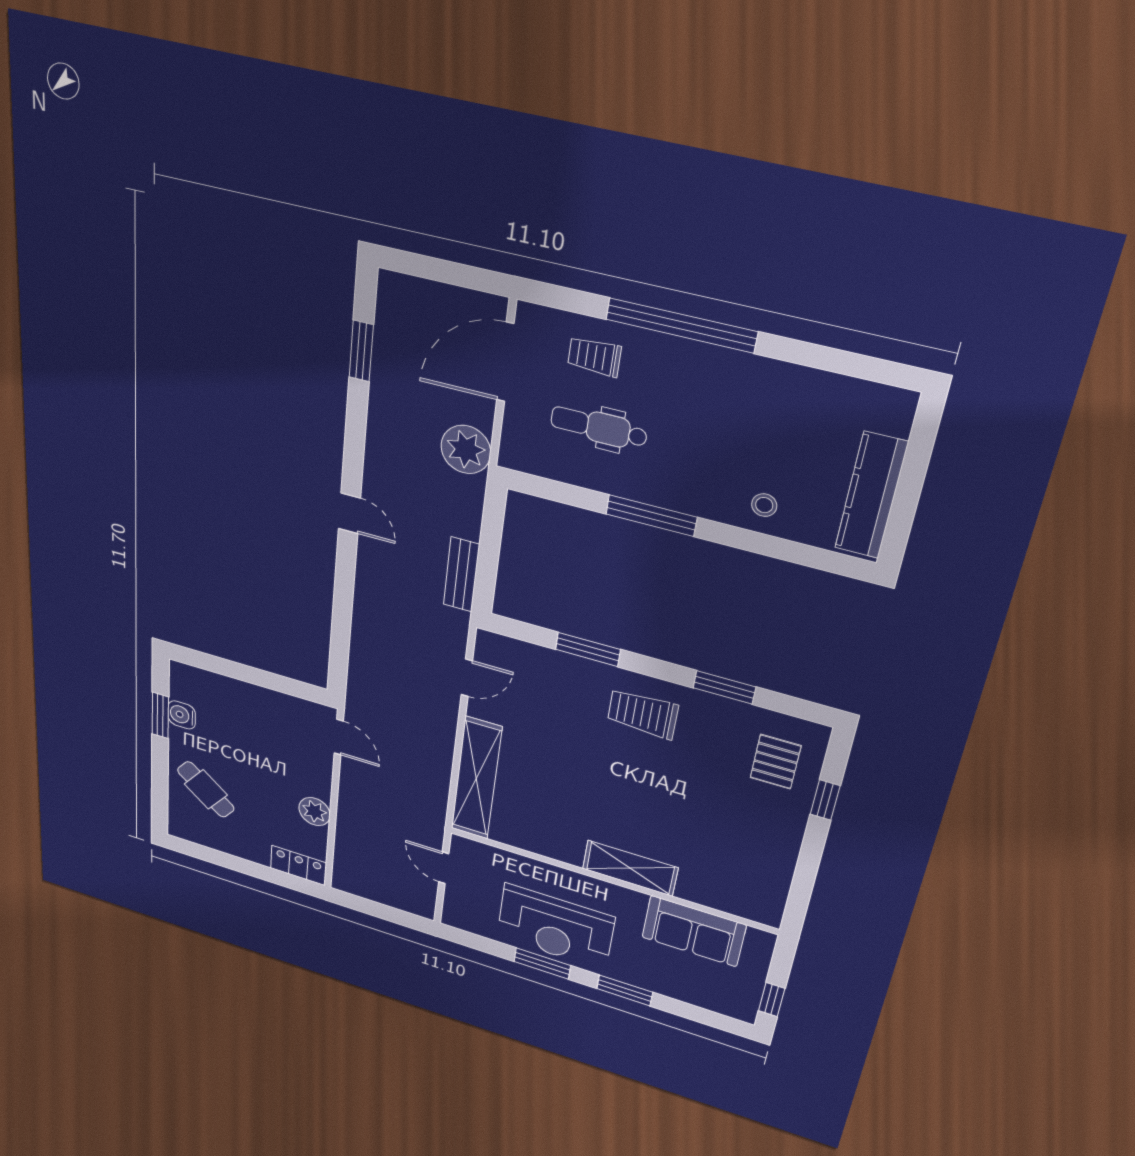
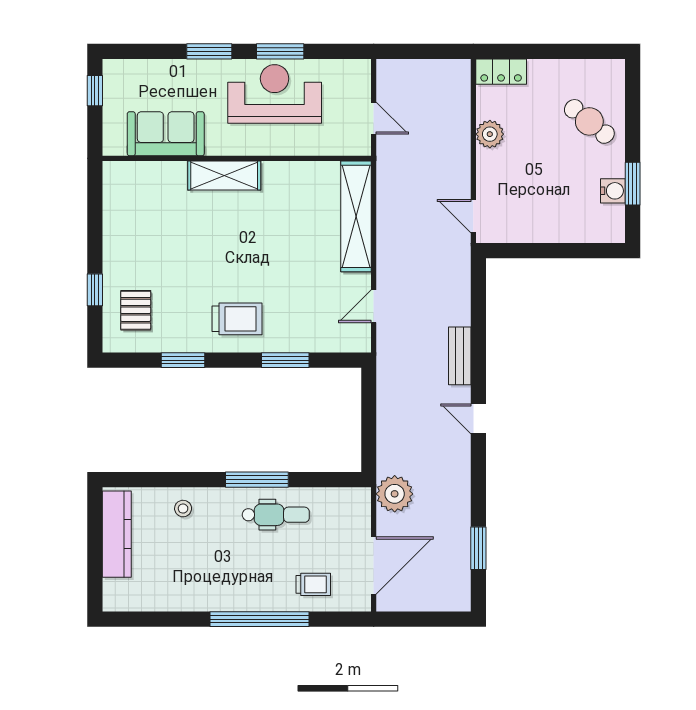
dental chair: (599, 427) -> (276, 515), moved
bench: (461, 575) -> (460, 356), moved

